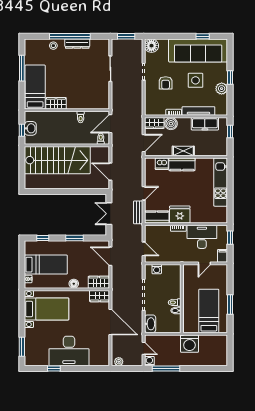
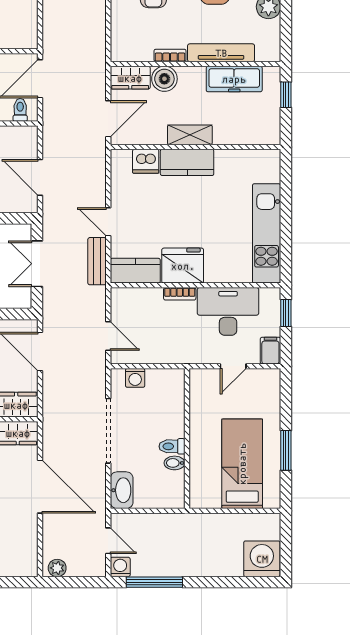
kitchen unit: (221, 182) -> (267, 233), moved
door: (144, 193) -> (108, 222), swing flipped
washing machine: (189, 344) -> (262, 559), moved, turned 180

